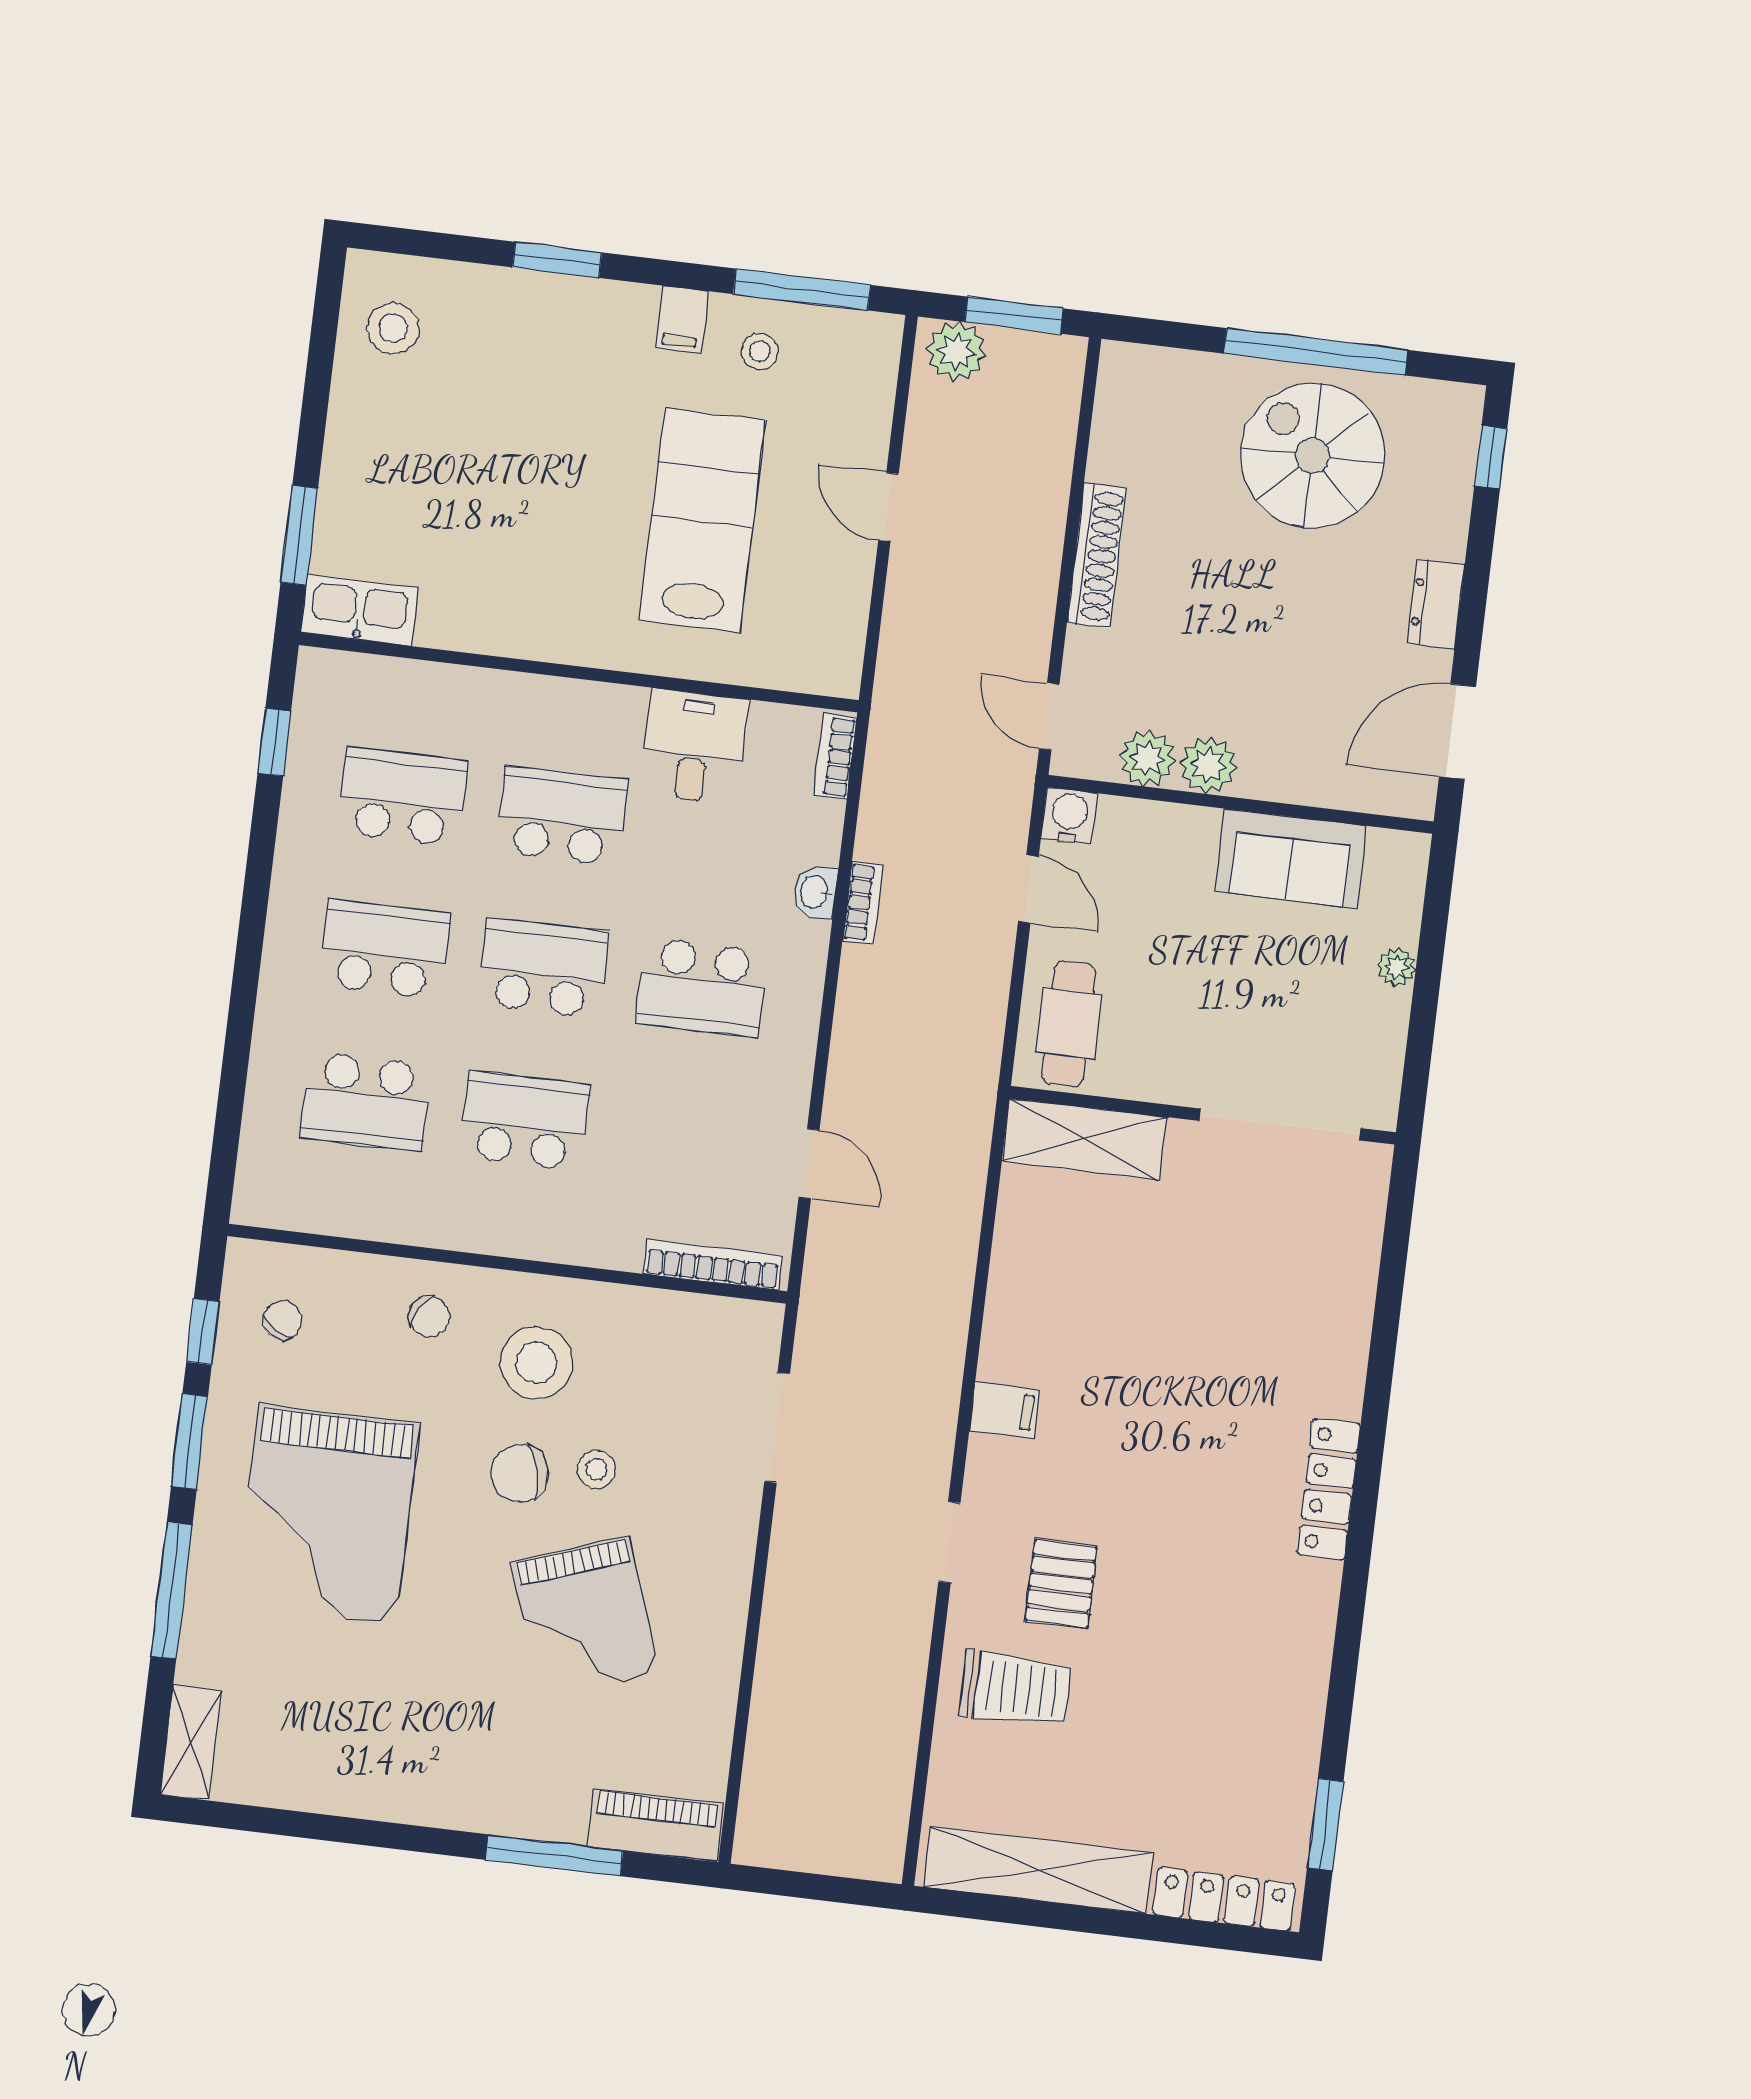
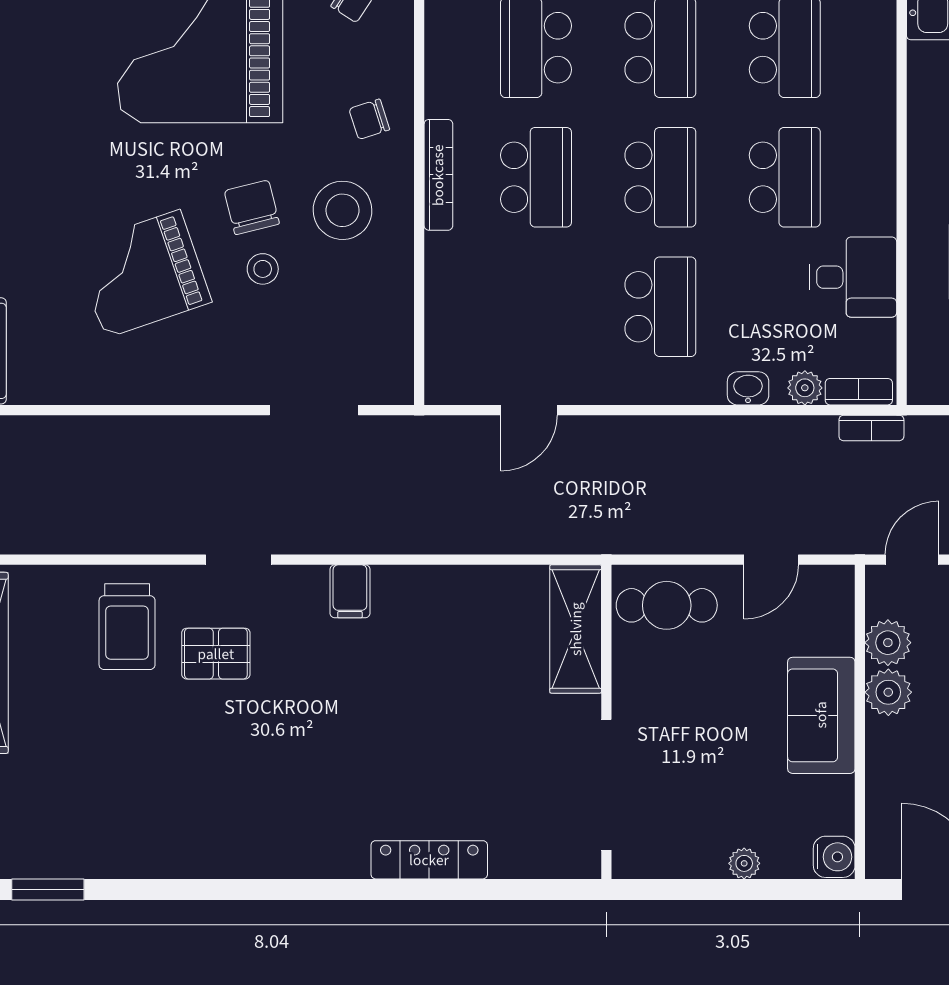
water cooler: (1069, 816) -> (834, 857), moved
plant: (823, 822) -> (805, 388), added
sofa: (1291, 858) -> (821, 715), moved
bookcase: (863, 903) -> (871, 428), moved
school desk: (702, 987) -> (660, 307), turned 180
bookcase: (713, 1265) -> (438, 175), moved
chair: (429, 1316) -> (369, 119), turned 41
locker: (1329, 1489) -> (429, 860), moved

